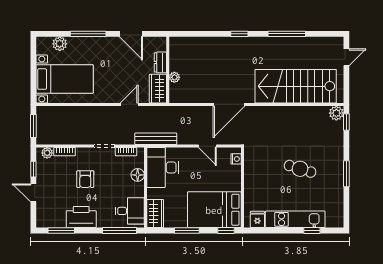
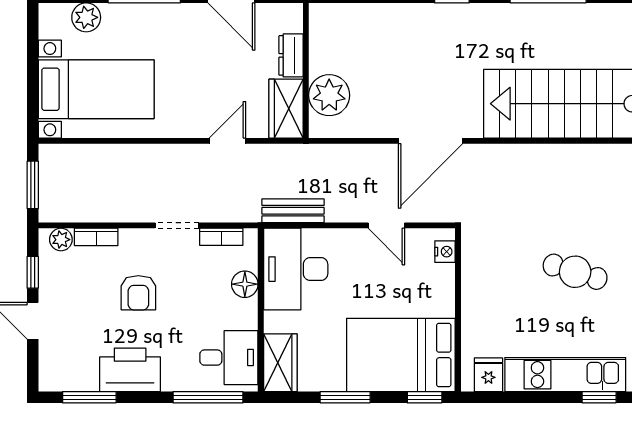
plant: (174, 77) -> (329, 95), width x1.88, depth x1.88
bench: (156, 139) -> (293, 211), width x0.73

